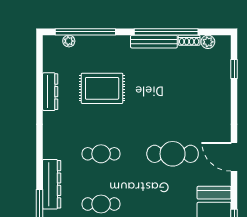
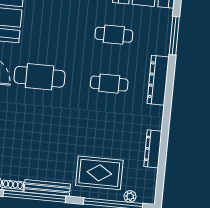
rug: (102, 88) -> (99, 173), moved
dresser: (52, 184) -> (158, 80), moved

